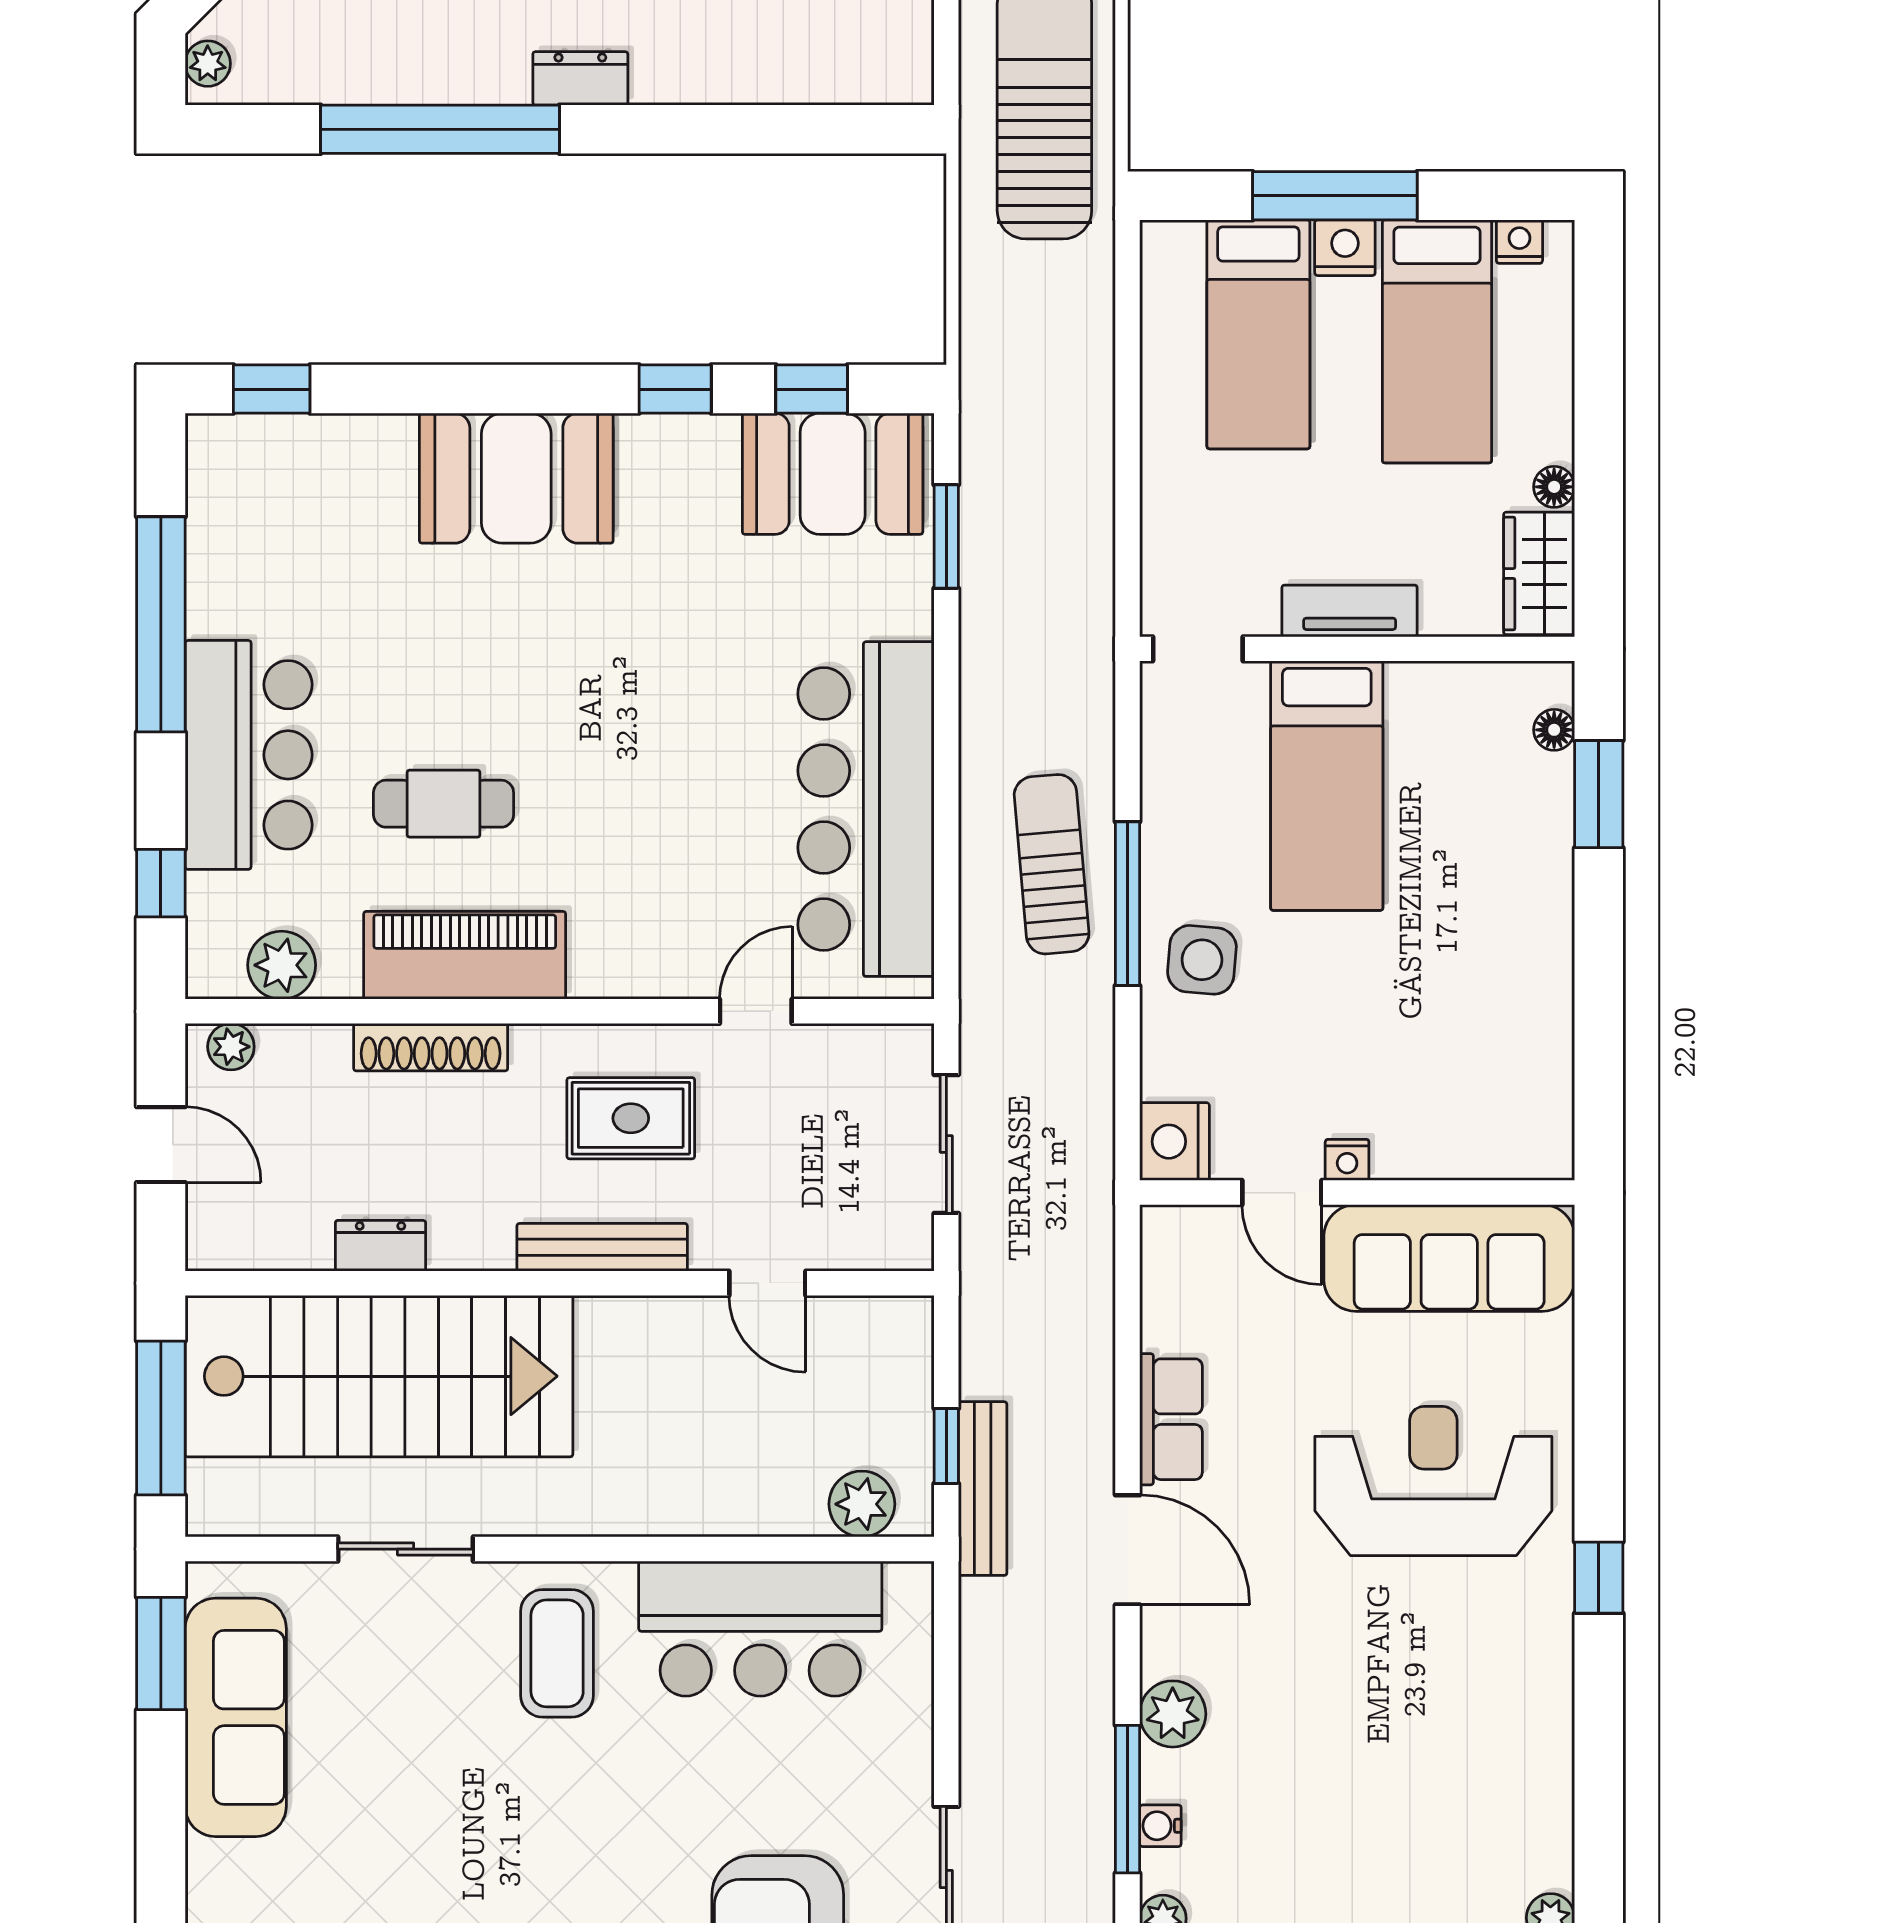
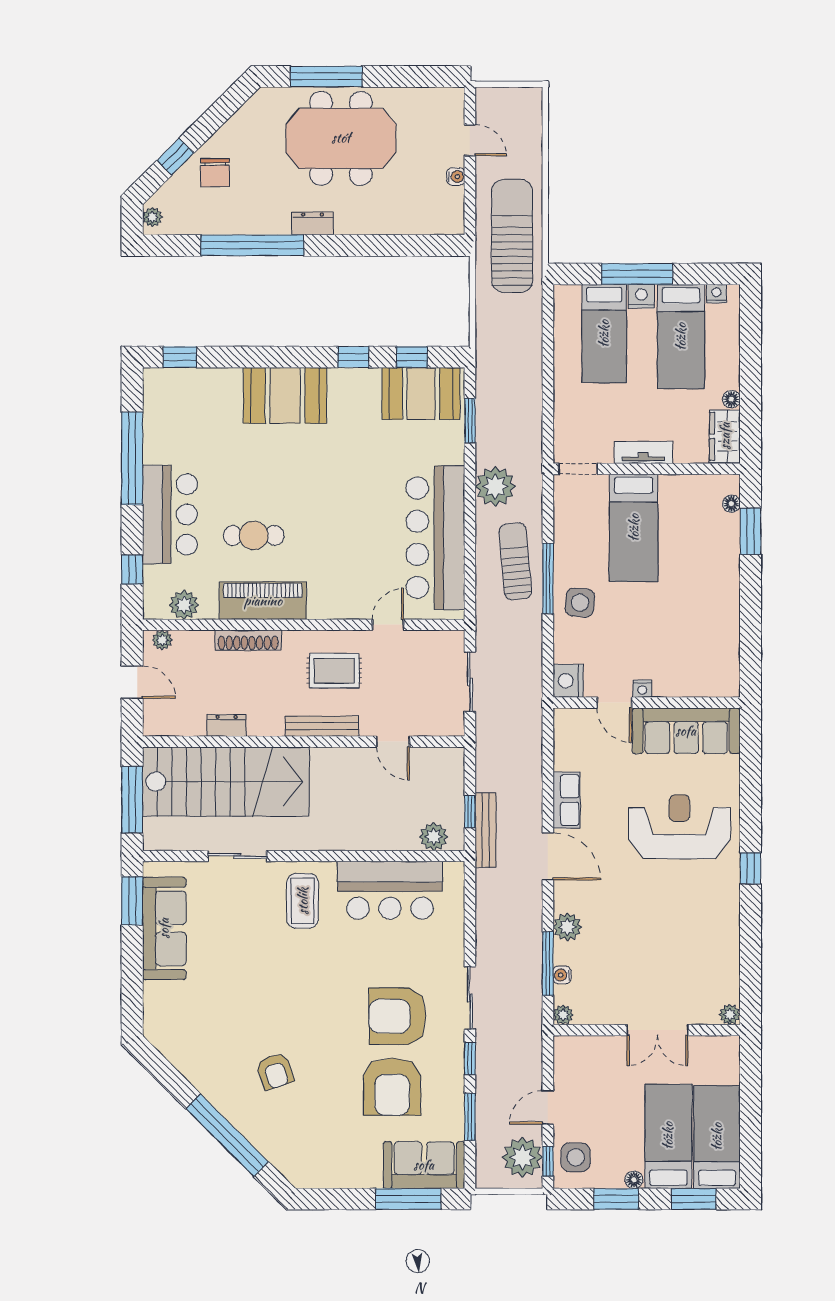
plant: (1005, 690) -> (495, 486), added

